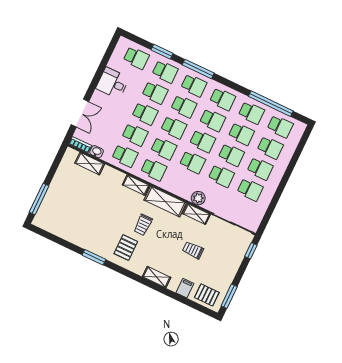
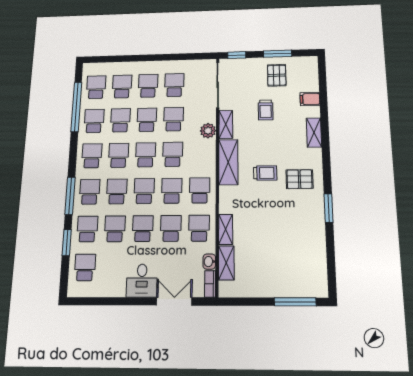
desk: (112, 83) -> (142, 281), moved
shelving: (136, 185) -> (226, 229), moved
pallet: (207, 295) -> (277, 75), moved
window: (229, 296) -> (277, 54), moved

